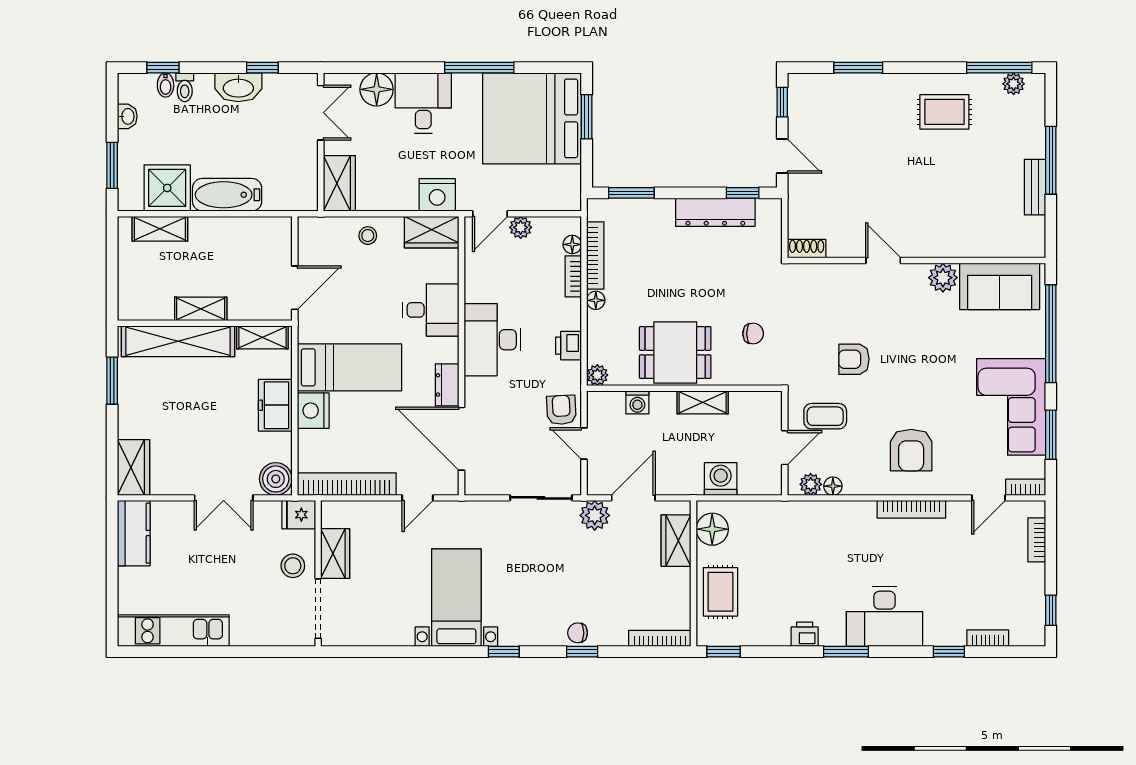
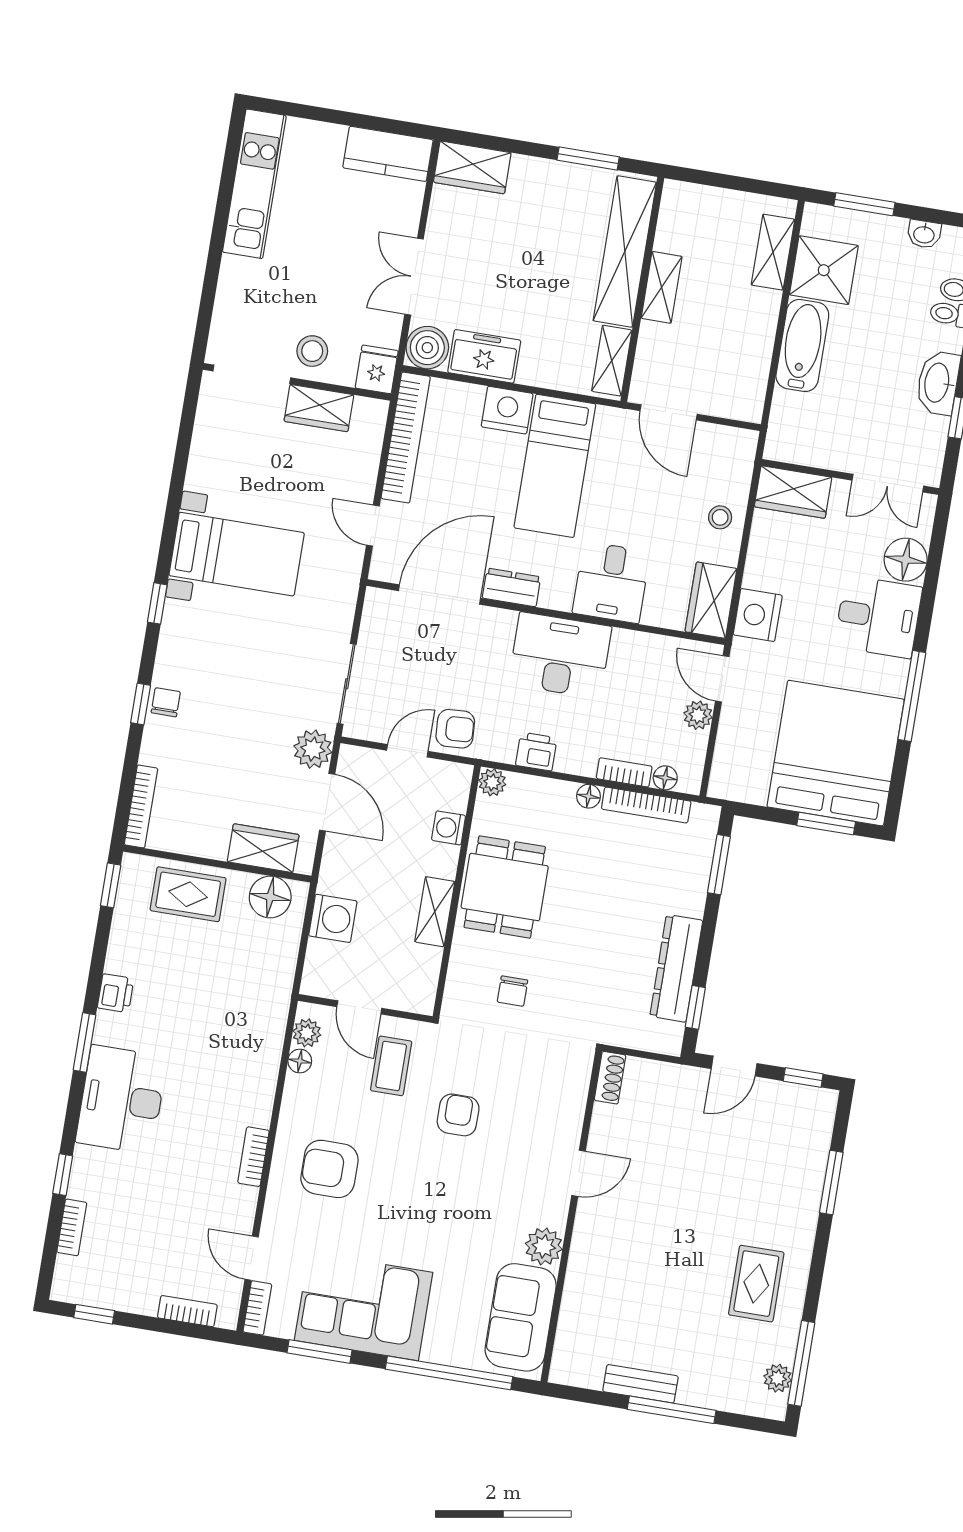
freezer: (275, 405) -> (484, 356), moved
bookcase: (911, 509) -> (253, 1157), width x0.64

